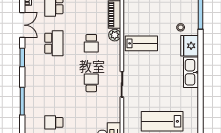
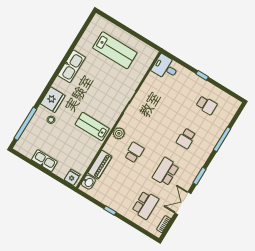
plant: (115, 35) -> (119, 133), moved
kitchen sink: (191, 72) -> (72, 66), moved
school desk: (91, 83) -> (186, 138), moved

